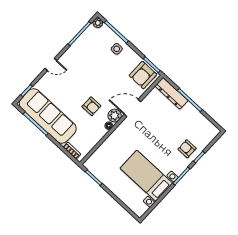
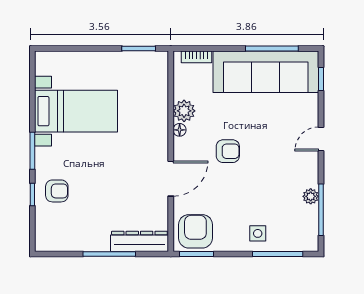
plant: (98, 23) -> (311, 196), moved
armchair: (91, 106) -> (228, 151), moved, turned 180
plant: (115, 116) -> (184, 111), moved

